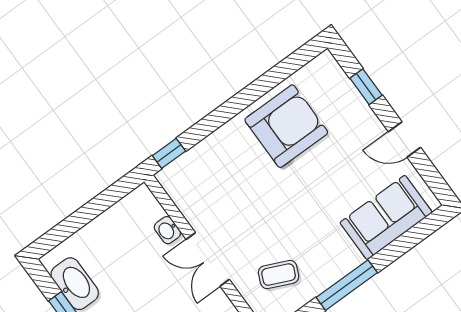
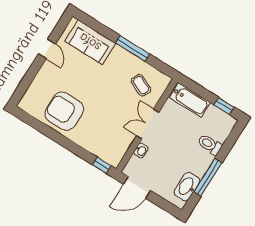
window: (366, 87) -> (28, 79), removed
door: (107, 198) -> (137, 187), added
double door: (208, 259) -> (148, 124), swing flipped

